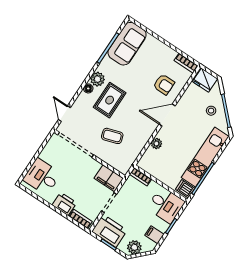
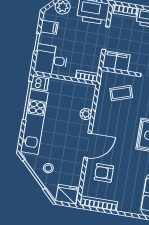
bookcase: (186, 63) -> (99, 203), width x1.56
coffee table: (112, 136) -> (121, 93), moved

